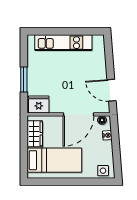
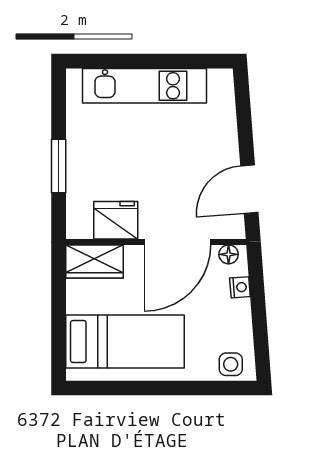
door: (112, 90) -> (249, 189), hinge flipped
fridge: (39, 104) -> (116, 220), moved
wardrobe: (35, 134) -> (95, 261), moved, turned 90

